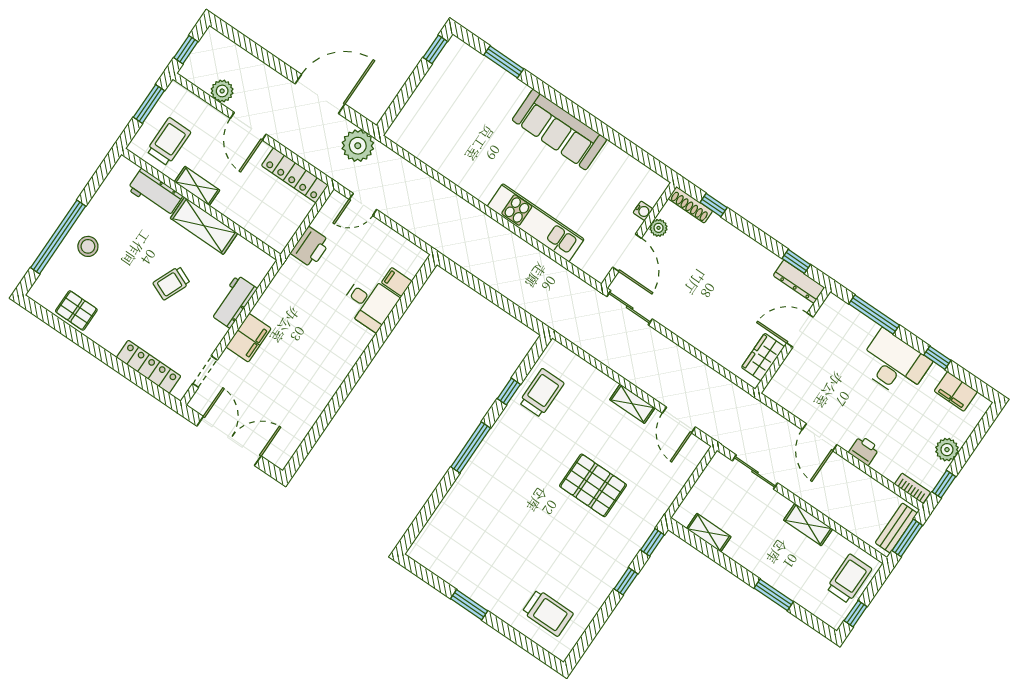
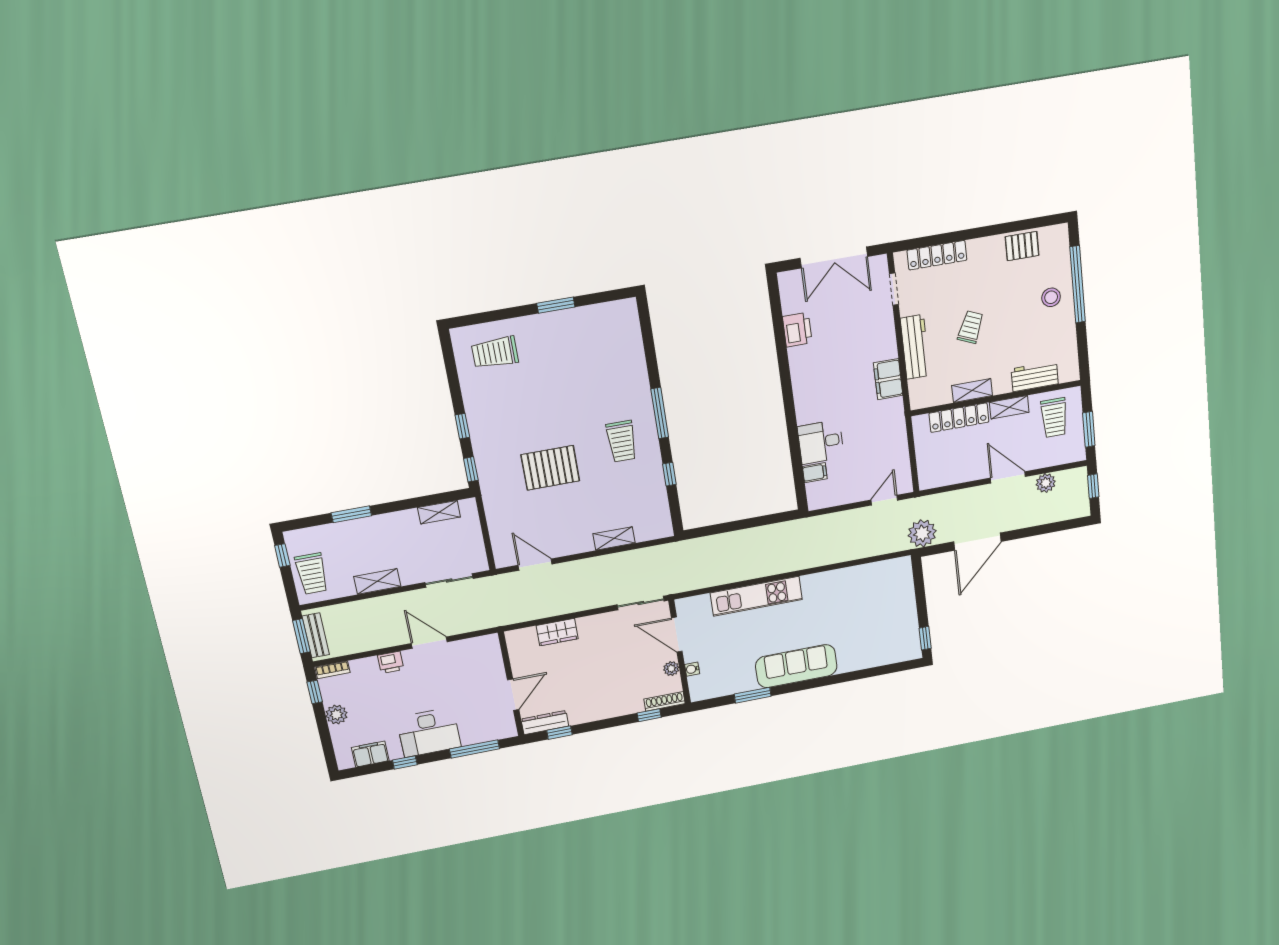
window: (504, 62) -> (753, 695), moved
locker: (295, 175) -> (959, 418), moved, turned 180
shelving: (204, 226) -> (972, 391), width x0.67, depth x0.75
printer: (310, 247) -> (797, 330), moved, turned 180
workbench: (234, 302) -> (915, 347), width x1.38
filing cabinet: (249, 338) -> (888, 379), moved
wardrobe: (763, 357) -> (557, 632), moved, turned 90
trolley: (541, 393) -> (622, 441), moved
shelving: (632, 404) -> (614, 539), moved

